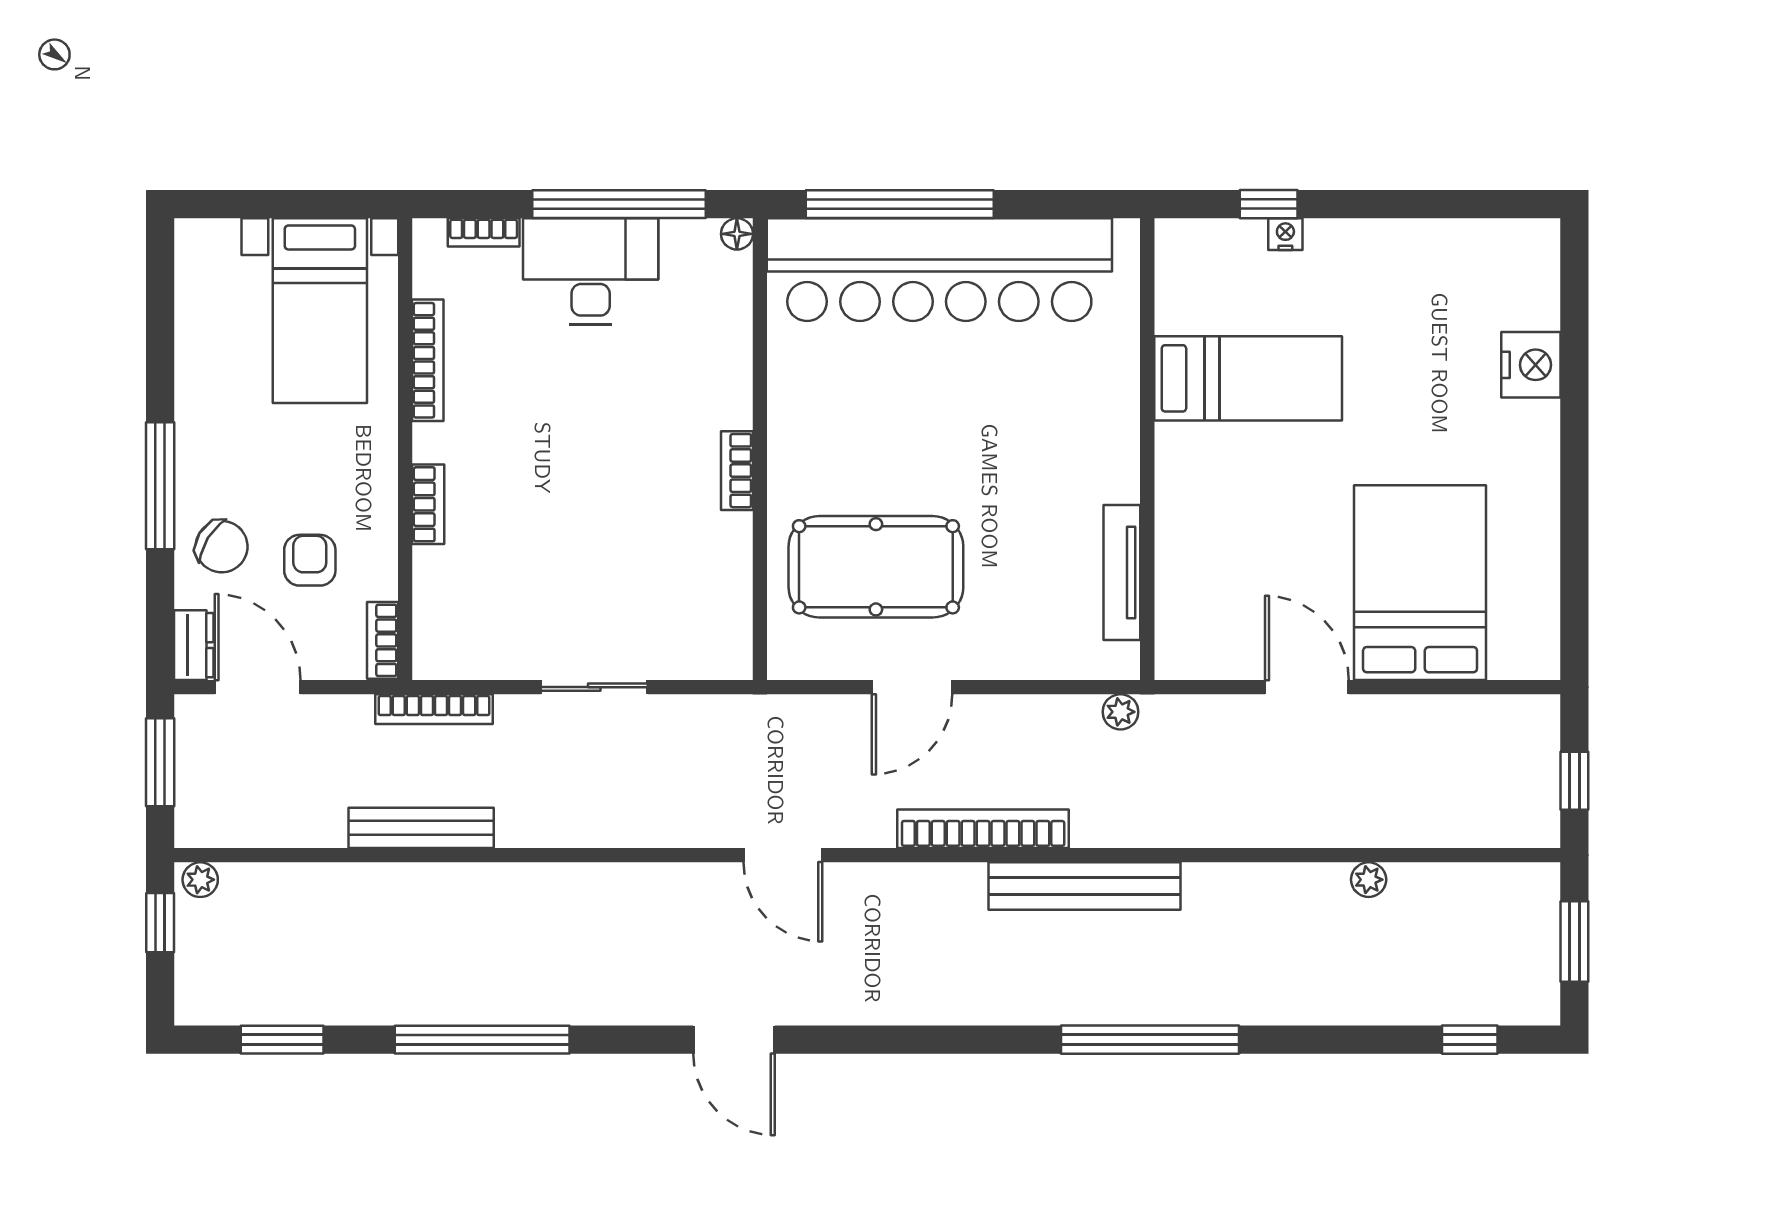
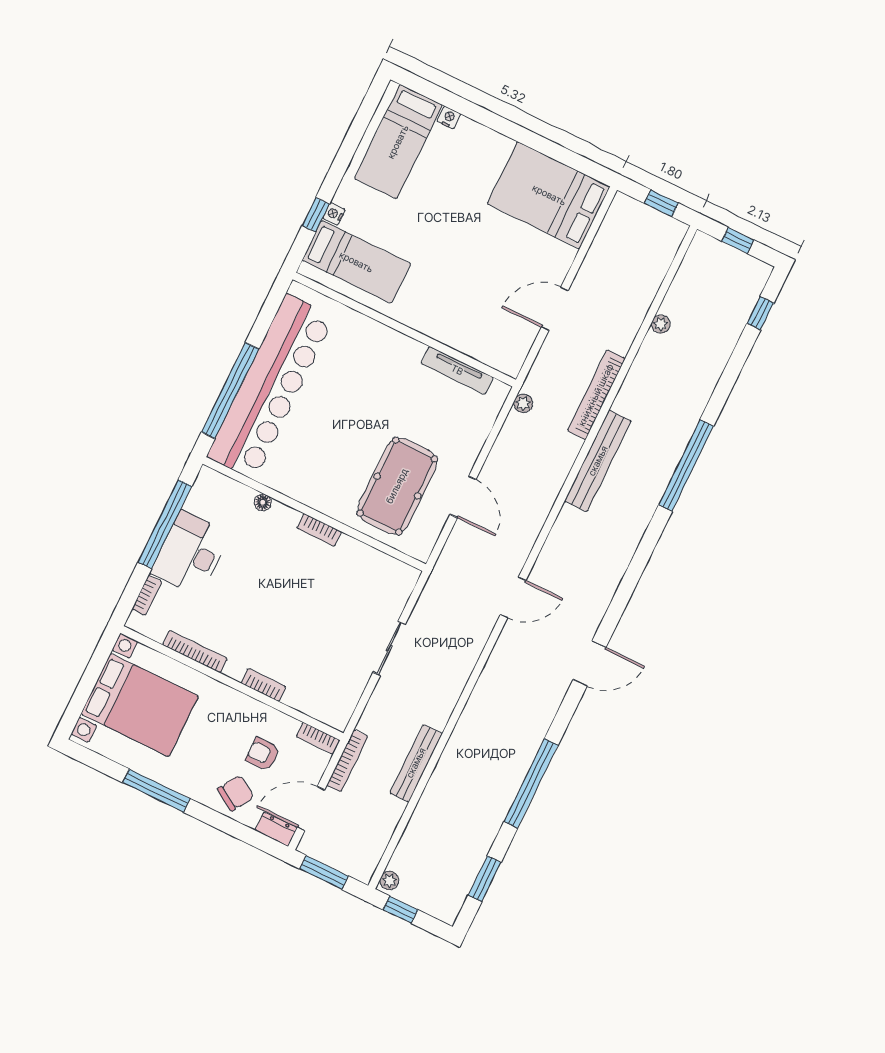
floor lamp: (737, 234) -> (263, 502), moved
bed: (1461, 284) -> (398, 142), added
bed with nightstands: (320, 311) -> (140, 705), width x1.36
nightstand: (1531, 365) -> (449, 118), width x0.53, depth x0.56
bed: (1248, 378) -> (356, 262), moved, turned 90
window: (160, 486) -> (156, 791), moved
bed: (1420, 583) -> (549, 195), moved
bookcase: (434, 709) -> (347, 761), moved
bookcase: (983, 829) -> (596, 395), moved
window: (1574, 941) -> (738, 241), width x0.67

